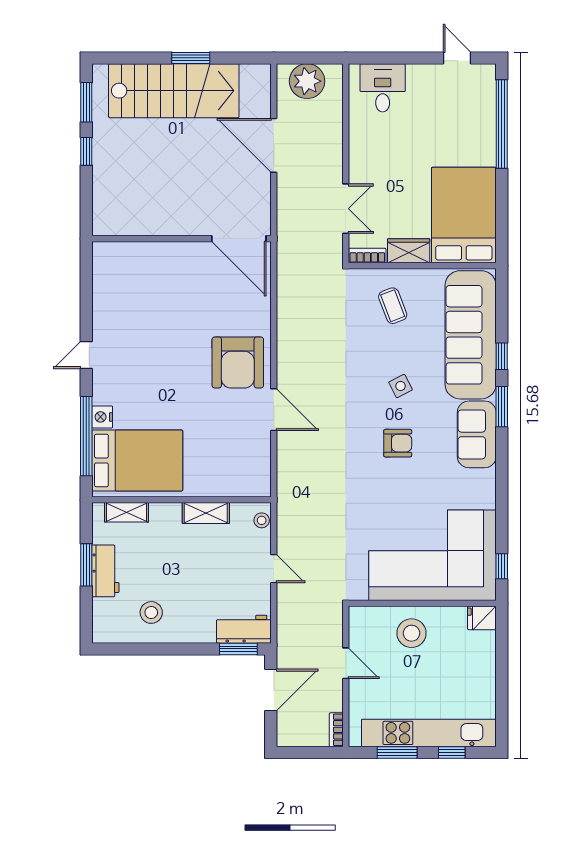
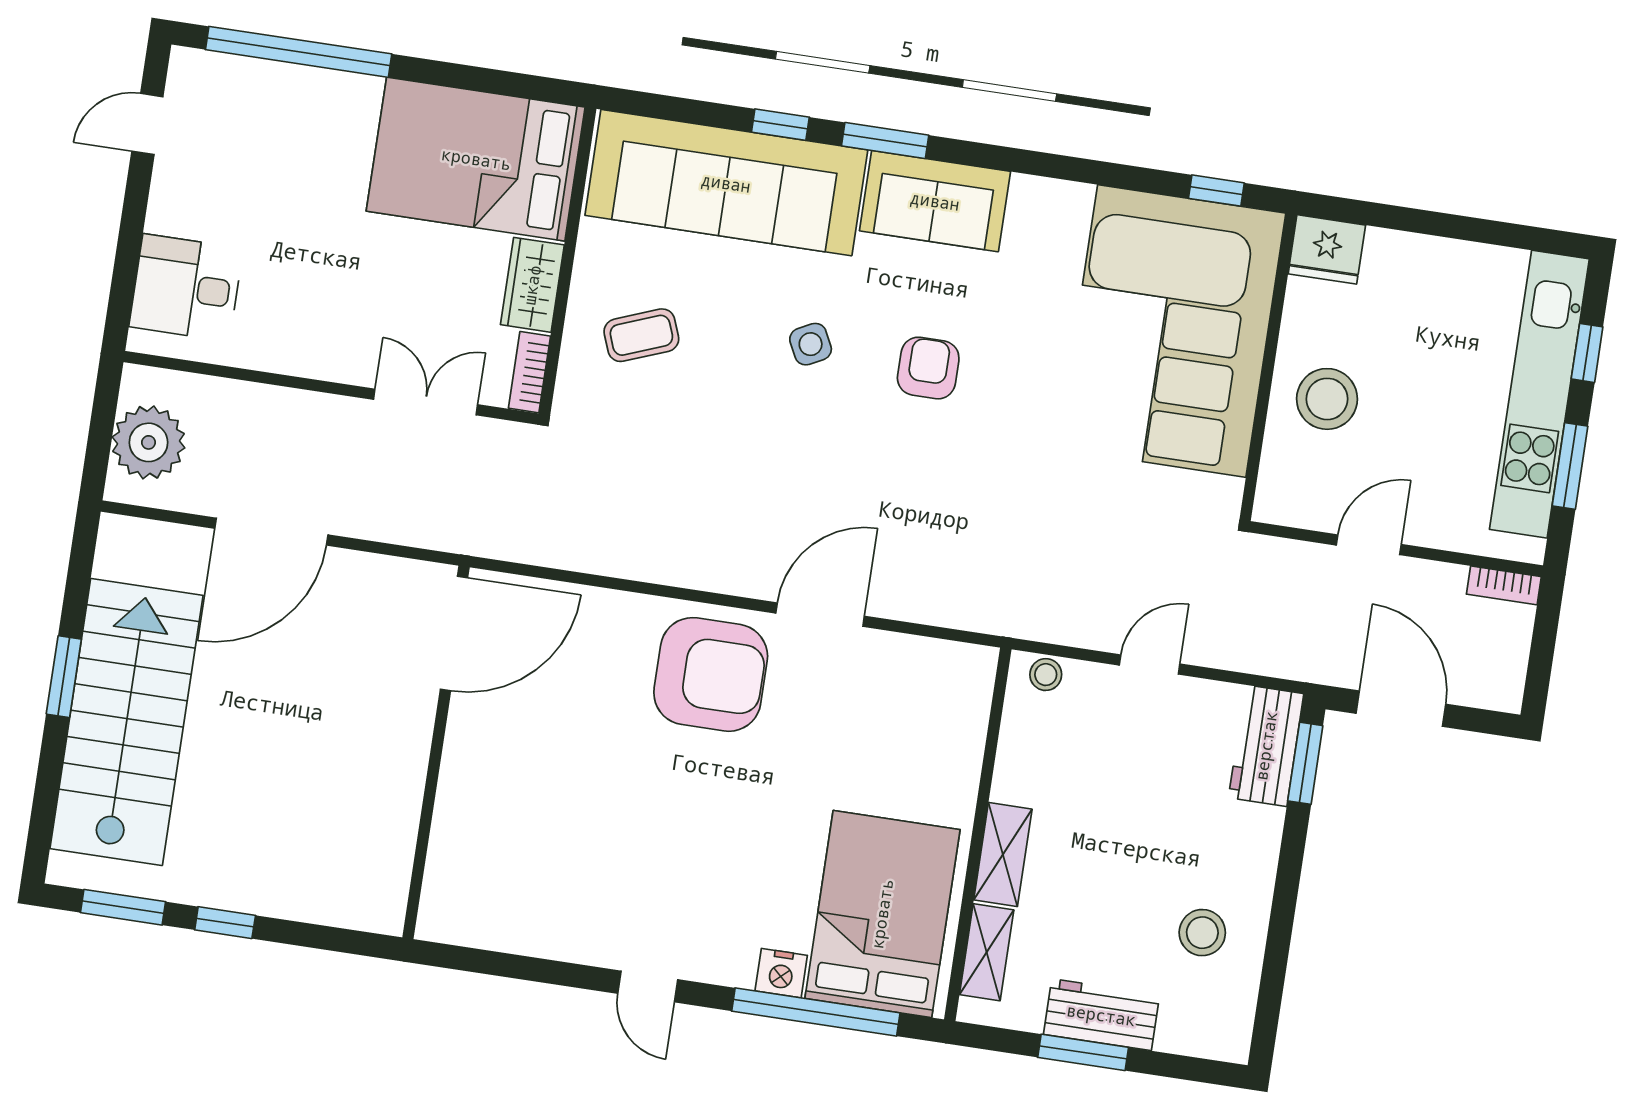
shelving: (206, 513) -> (1003, 855), moved
fridge: (482, 618) -> (1327, 249), width x1.38

